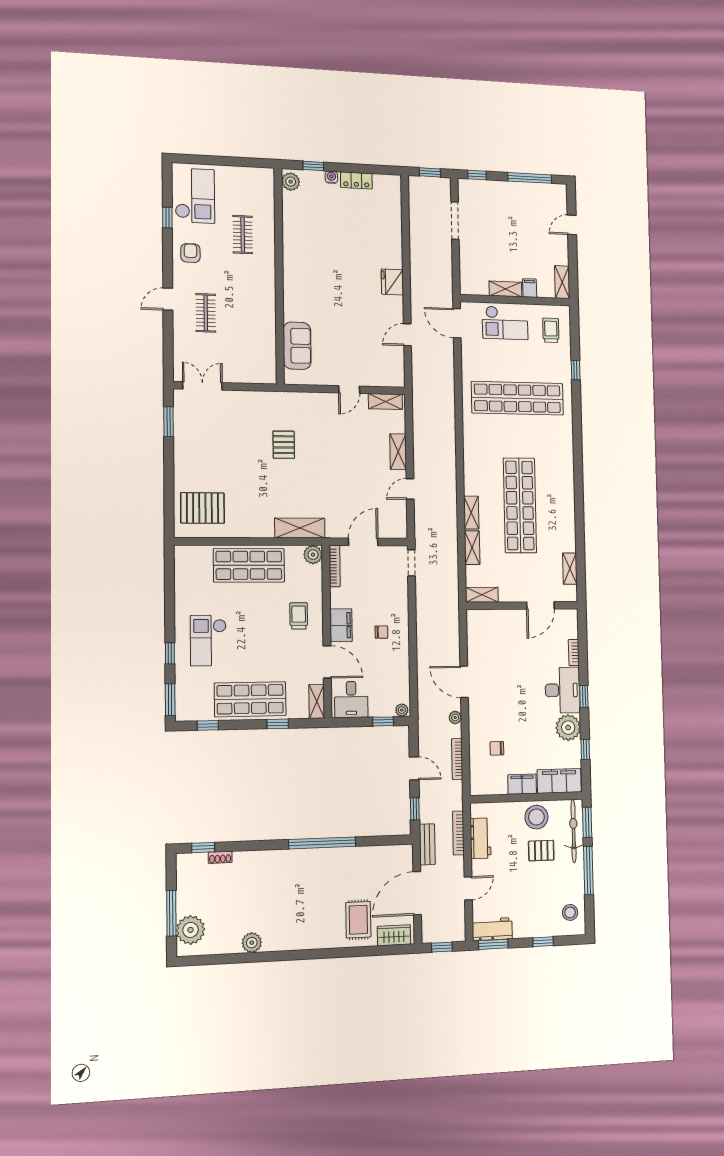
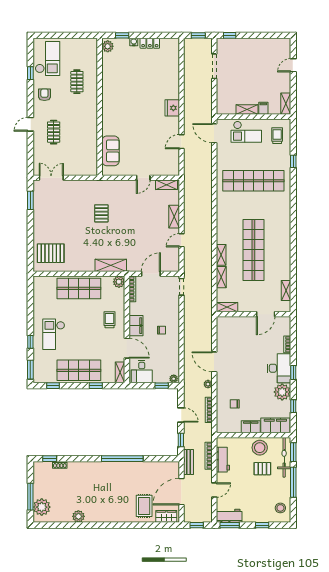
window: (530, 178) -> (265, 35), removed

